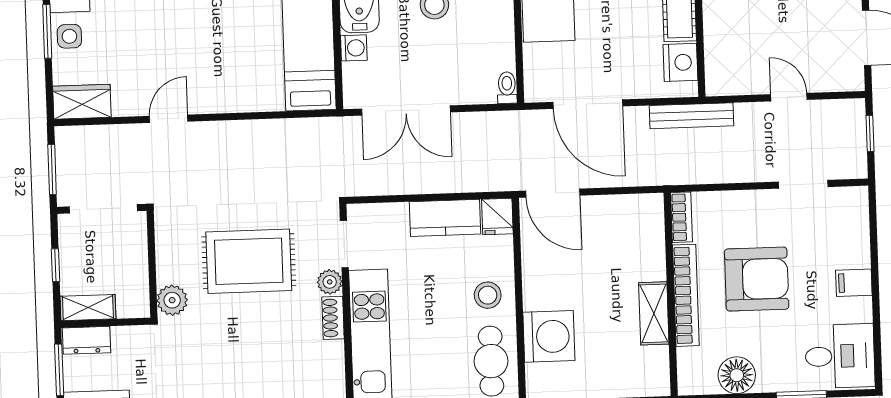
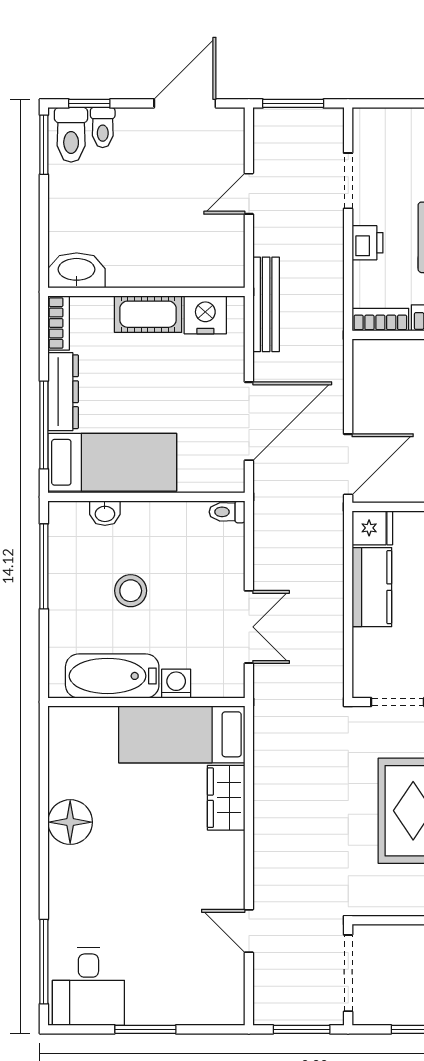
side table: (69, 36) -> (152, 1005), removed
wardrobe: (82, 102) -> (226, 798), moved
double door: (406, 110) -> (249, 627), width x0.73
door: (169, 119) -> (249, 931), moved
window: (870, 133) -> (293, 103), width x1.50
printer: (749, 203) -> (368, 243), added

